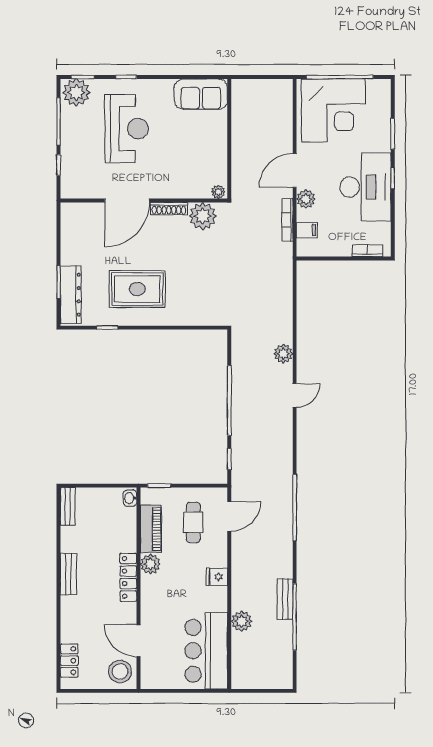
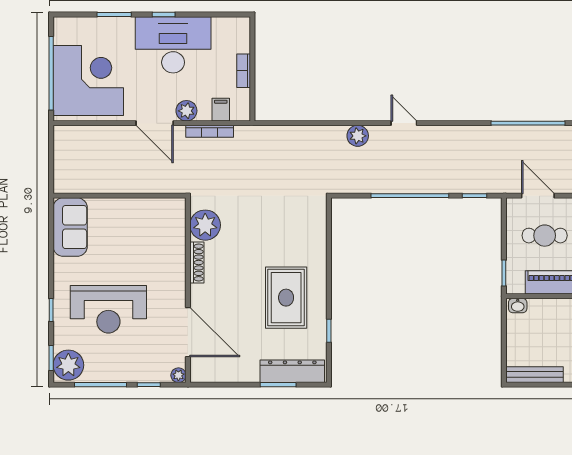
reception desk: (127, 129) -> (108, 309), turned 180
plant: (218, 192) -> (178, 375), moved
door: (127, 200) -> (188, 332), moved
bookcase: (367, 251) -> (244, 71), moved
bench: (68, 506) -> (535, 375), width x1.36

